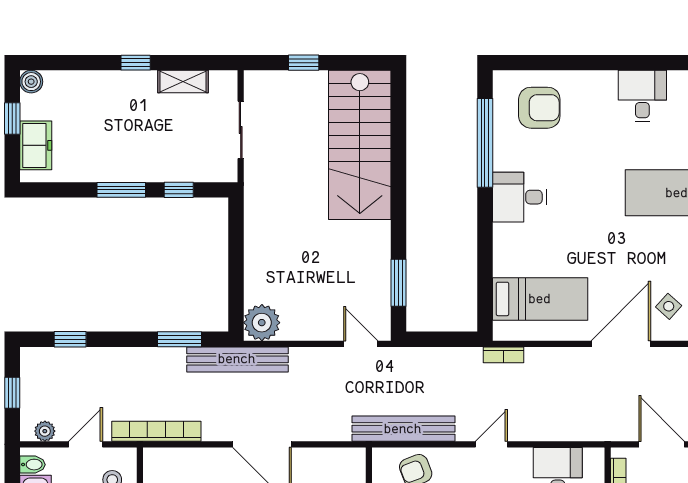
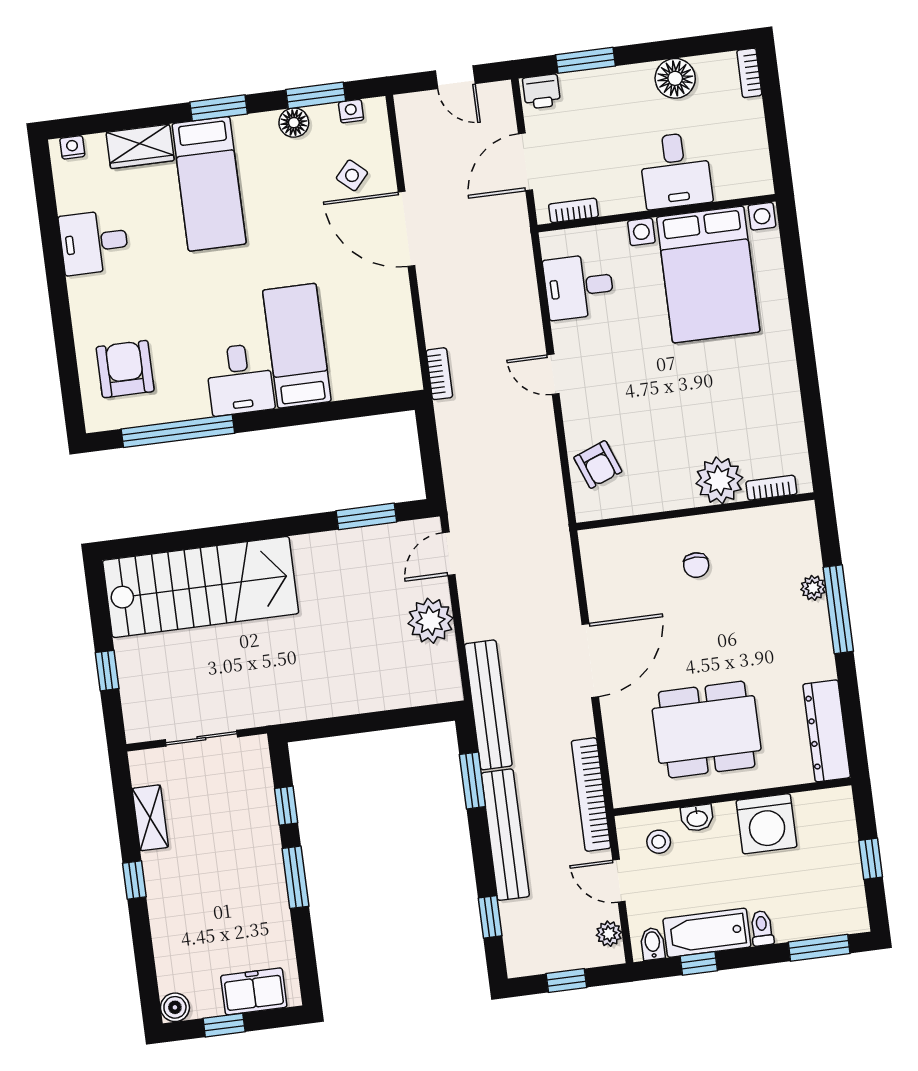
bed: (540, 299) -> (297, 346), moved
plant: (262, 323) -> (431, 621), moved
bench: (403, 429) -> (505, 835), moved

